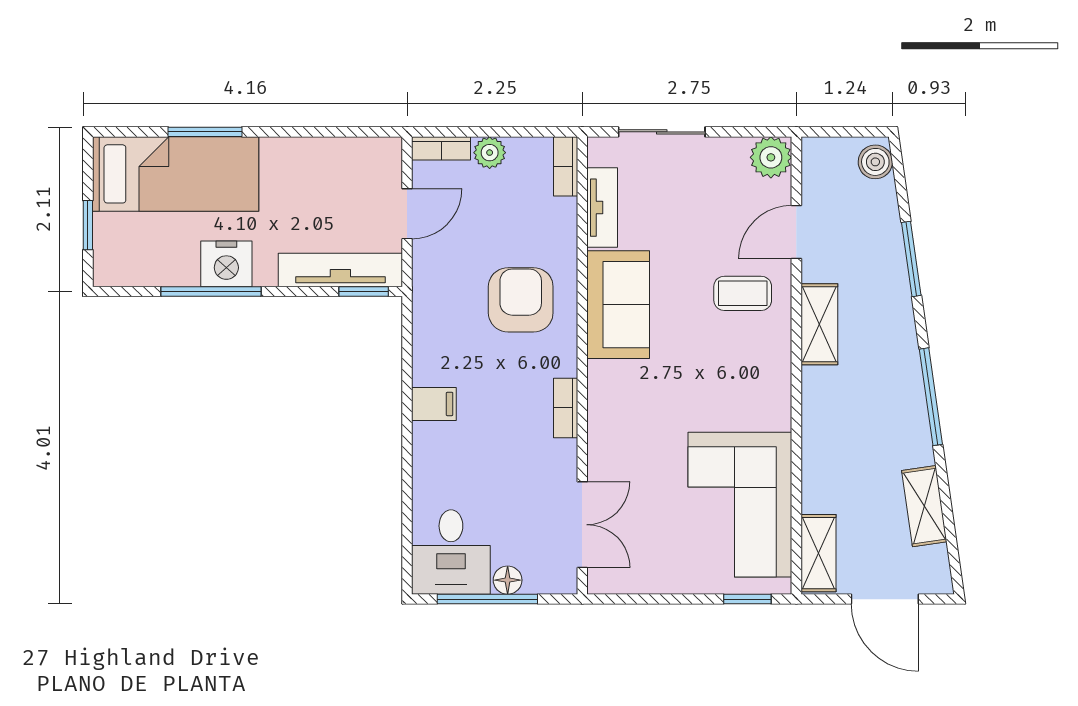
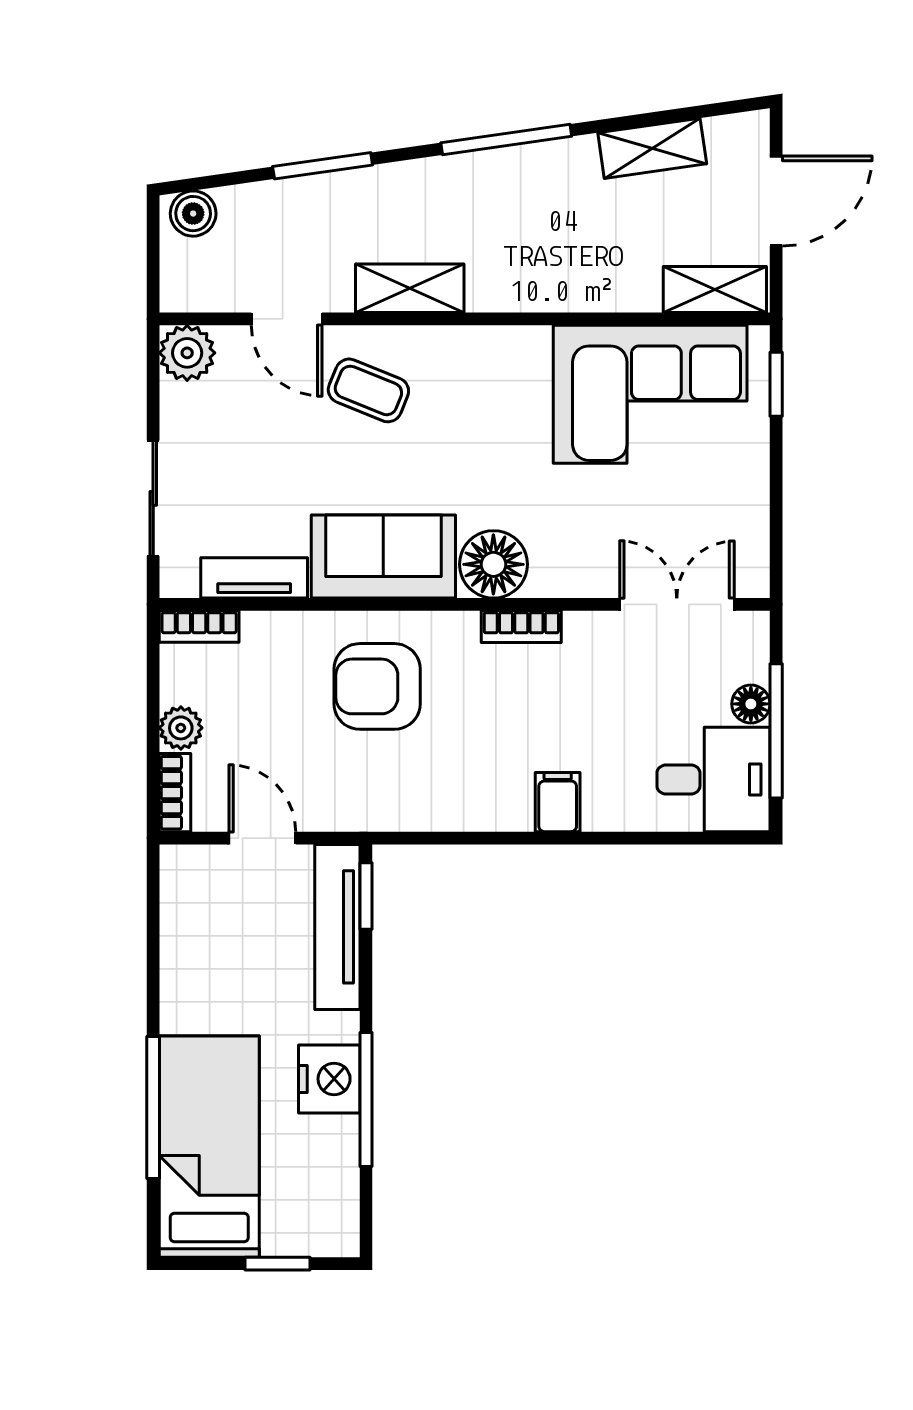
window: (205, 132) -> (153, 1108), width x1.44
coffee table: (743, 293) -> (368, 390), turned -68
floor lamp: (612, 387) -> (493, 564), added
filing cabinet: (434, 404) -> (558, 802), moved

